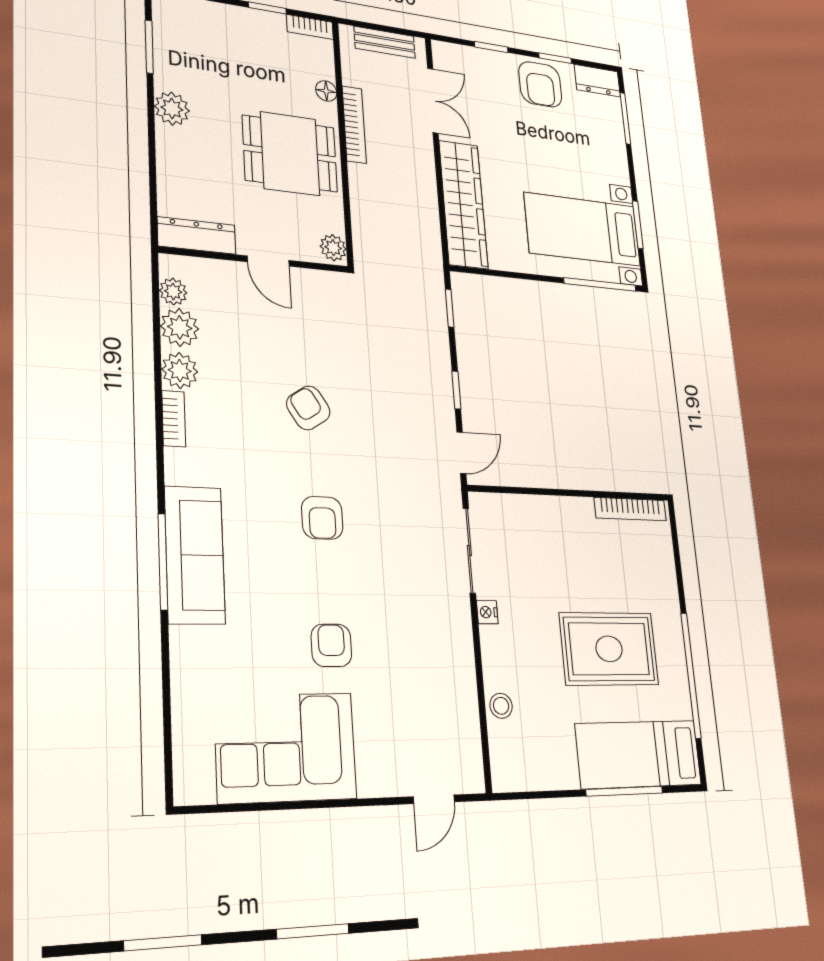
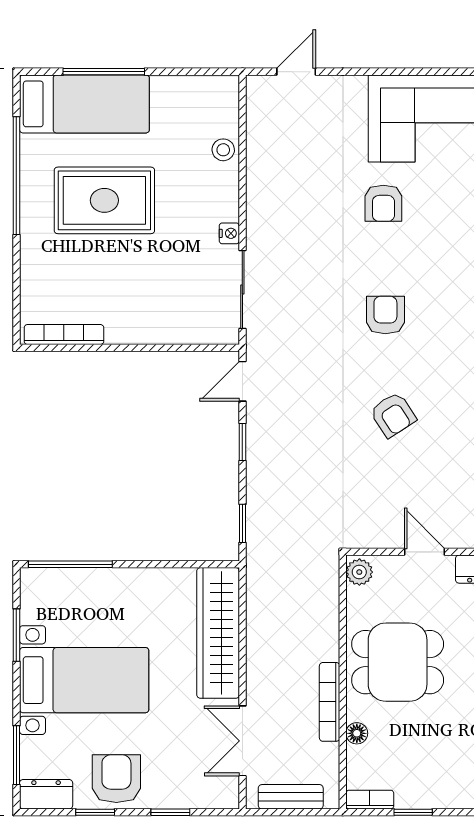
bed with nightstands: (582, 229) -> (84, 680), moved

